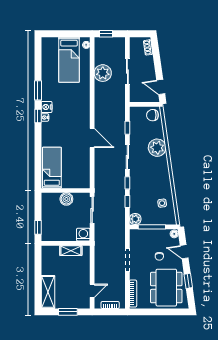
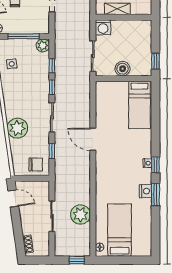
nightstand: (47, 107) -> (146, 191), moved
chair: (152, 115) -> (36, 164), moved
window: (38, 227) -> (155, 61), moved

